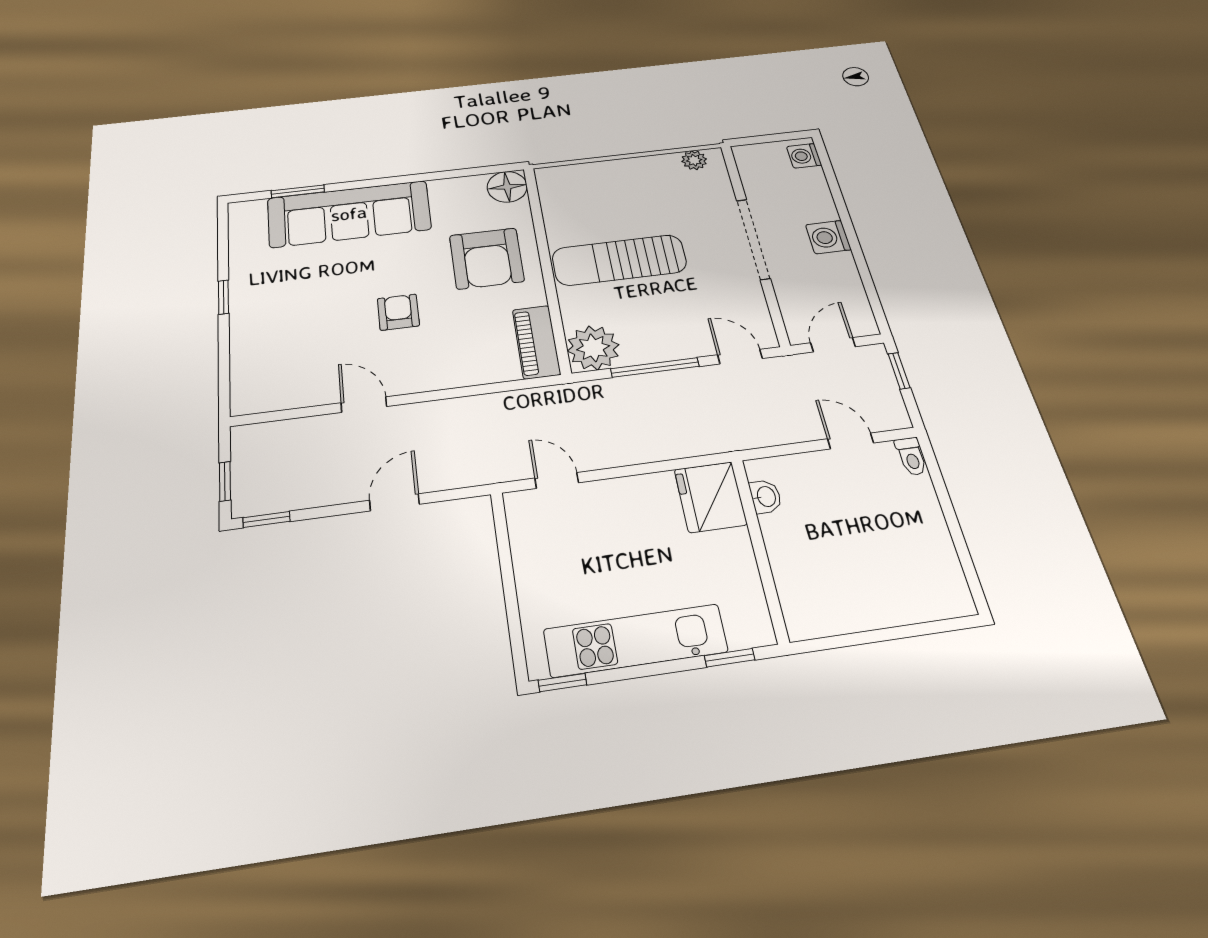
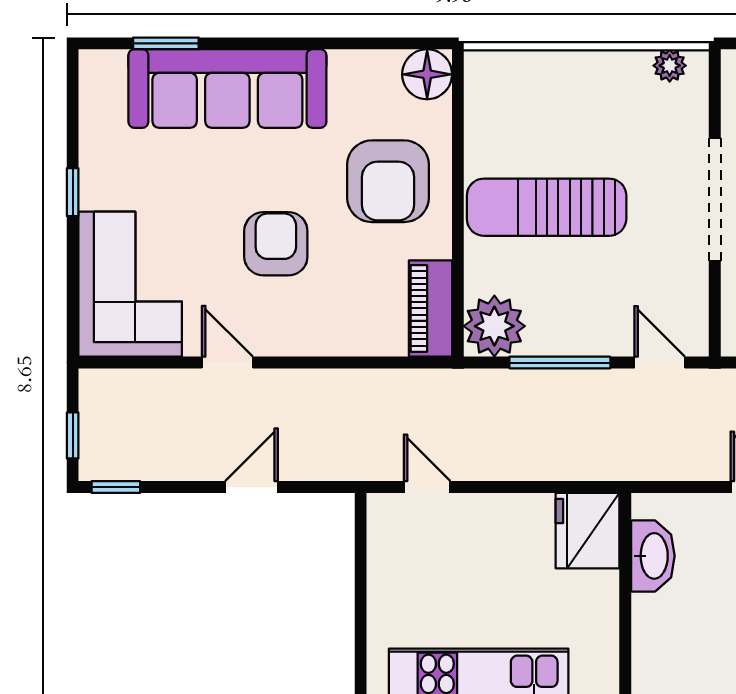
armchair: (398, 312) -> (276, 244), width x1.38, depth x1.38
corner sofa: (275, 357) -> (130, 284), added
washbasin: (766, 497) -> (653, 556), width x1.91, depth x1.45

